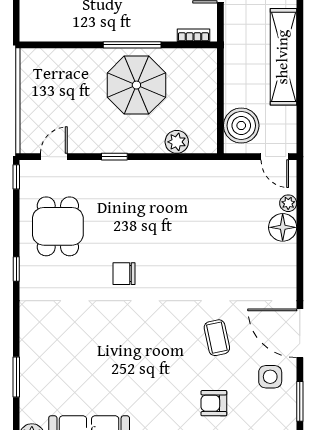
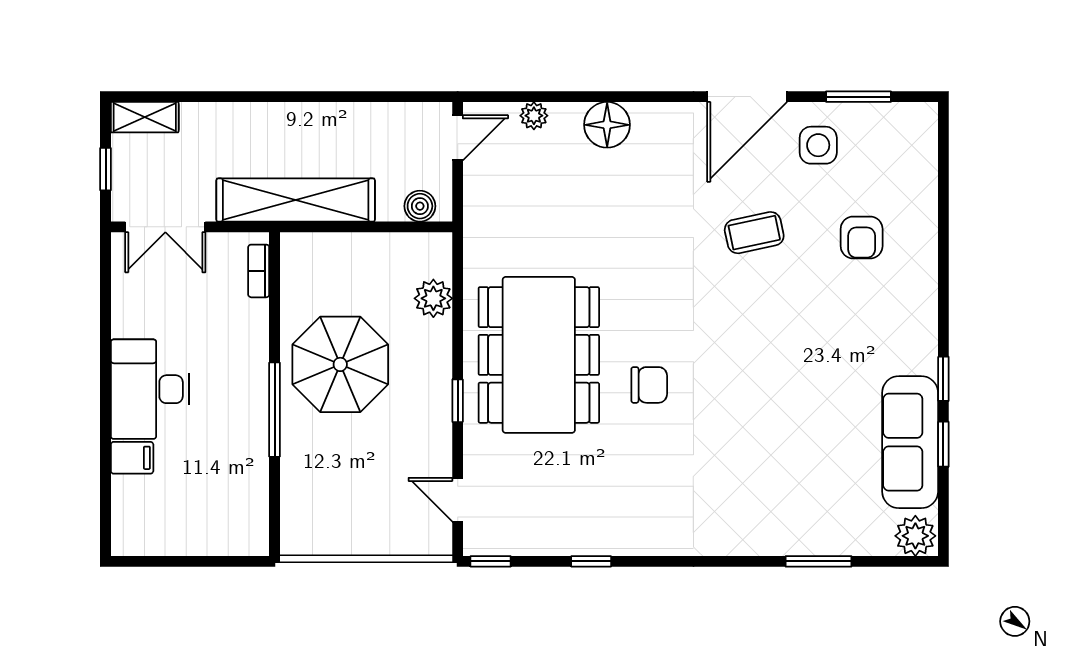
window: (132, 45) -> (275, 410), moved
shelving: (283, 57) -> (296, 200), moved
boiler: (241, 126) -> (420, 206), width x0.54, depth x0.54
dining table: (58, 226) -> (539, 355), moved, width x1.88, depth x1.24
floor lamp: (283, 227) -> (607, 125), moved
window: (16, 269) -> (591, 561), moved
chair: (124, 274) -> (649, 385), turned -90

